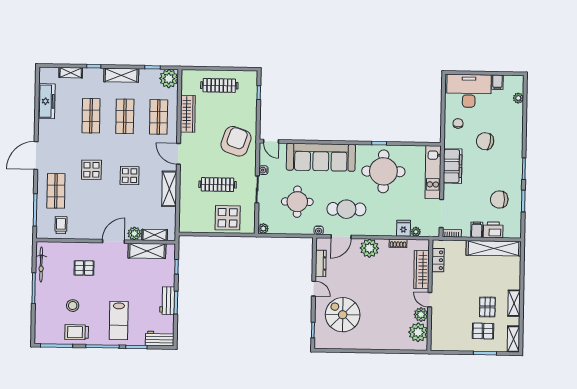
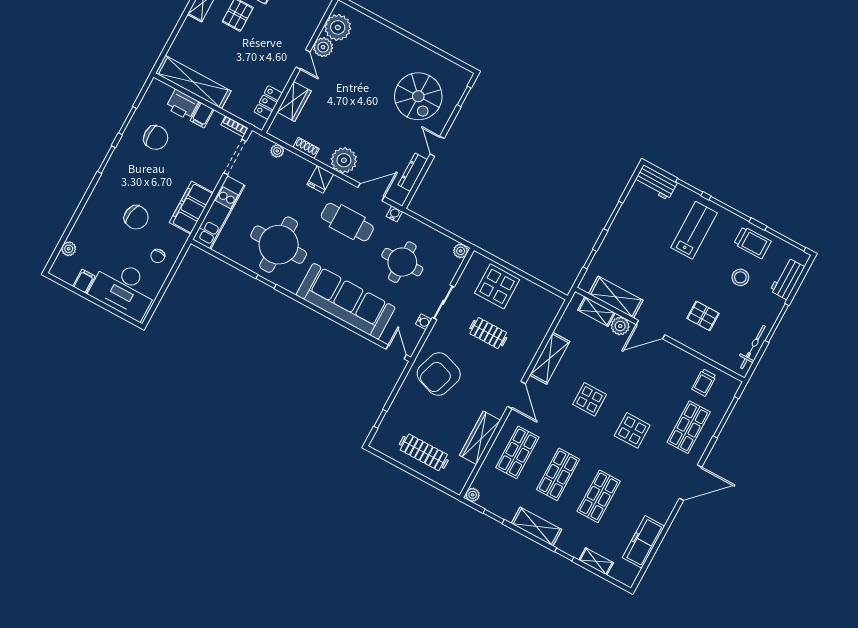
plant: (169, 79) -> (473, 495), width x0.53, depth x0.53
clothes rail: (218, 185) -> (488, 333), width x0.73
fridge: (403, 228) -> (320, 179), moved
wardrobe: (422, 270) -> (294, 101), width x0.67
workbench: (167, 301) -> (787, 279), moved, turned 180

